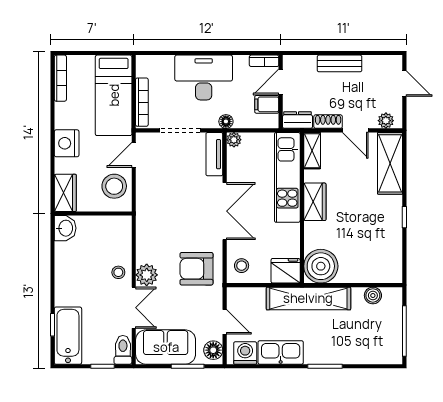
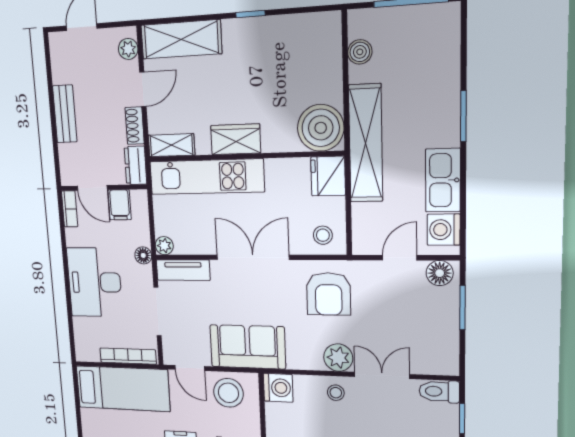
washing machine: (120, 227) -> (278, 388), added
sofa: (166, 347) -> (248, 347), moved, turned 90

